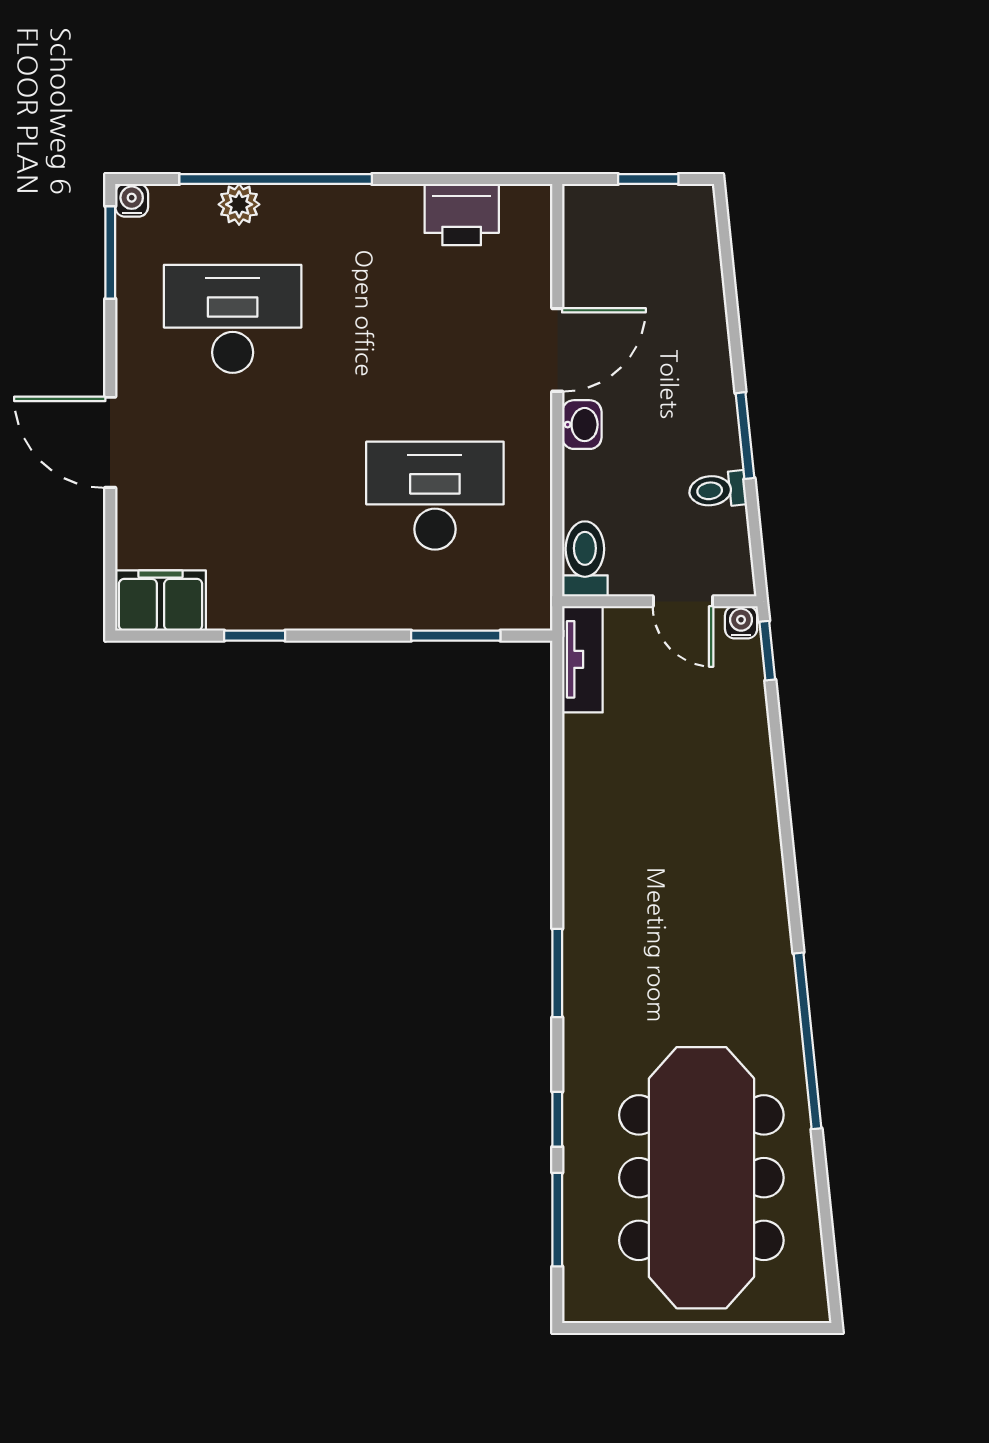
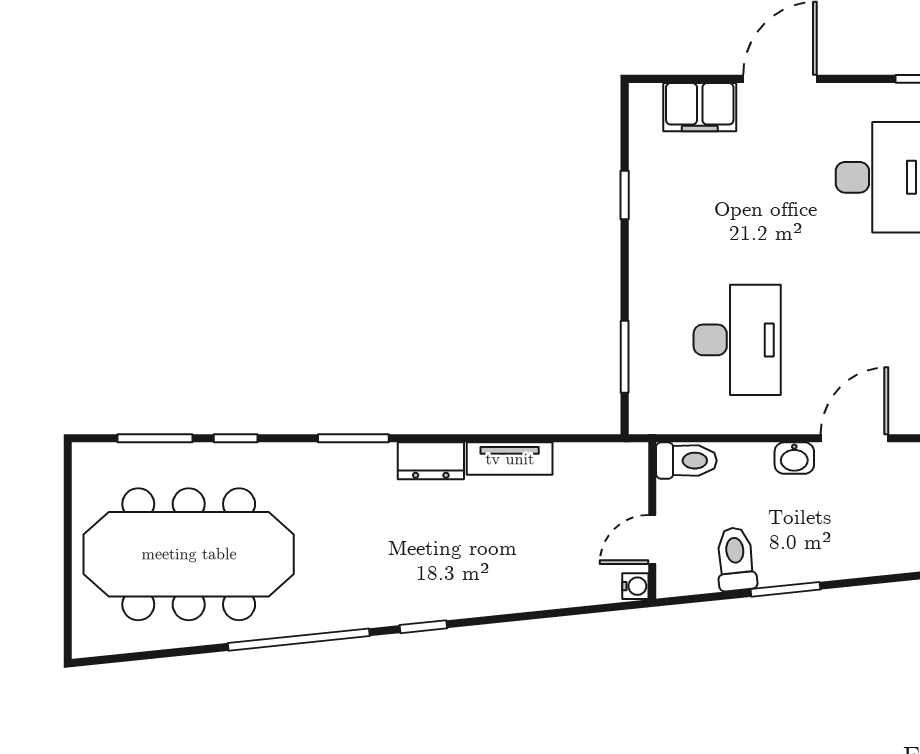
door: (557, 350) -> (854, 438), swing flipped
toilet: (717, 490) -> (736, 559), width x1.37, depth x1.39
filing cabinet: (161, 601) -> (700, 107), moved, turned 90
window: (767, 651) -> (423, 627), moved
tv unit: (582, 659) -> (510, 459), moved
dresser: (585, 877) -> (431, 461), added

